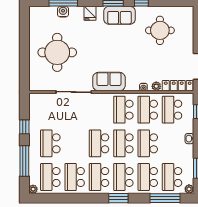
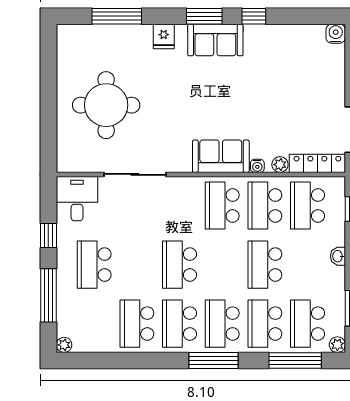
water cooler: (63, 12) -> (336, 34), moved
round table: (160, 30) -> (286, 66), removed
sofa: (109, 82) -> (221, 156), moved
desk: (41, 106) -> (77, 199), added
school desk: (123, 143) -> (222, 265), removed
school desk: (50, 177) -> (94, 324), removed
window: (118, 198) -> (213, 360), width x1.44

